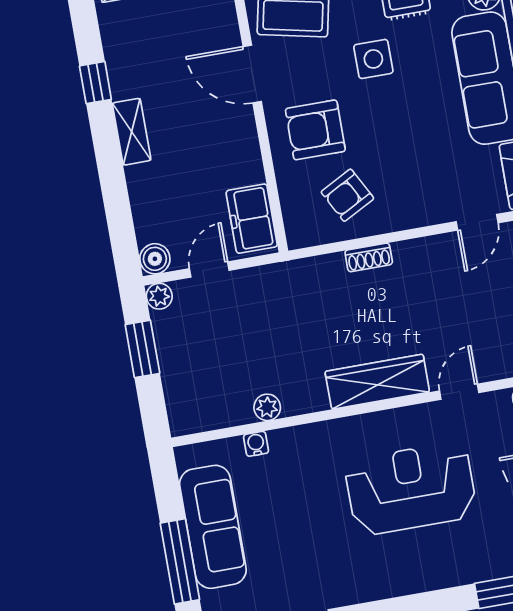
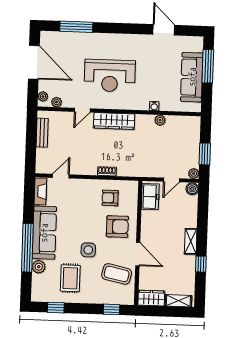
armchair: (347, 195) -> (110, 198), turned -152
water cooler: (256, 444) -> (154, 106), moved

